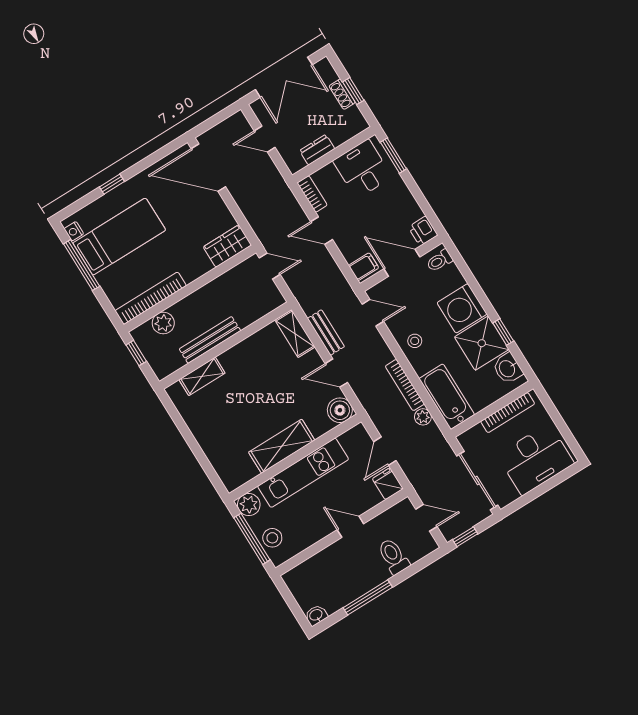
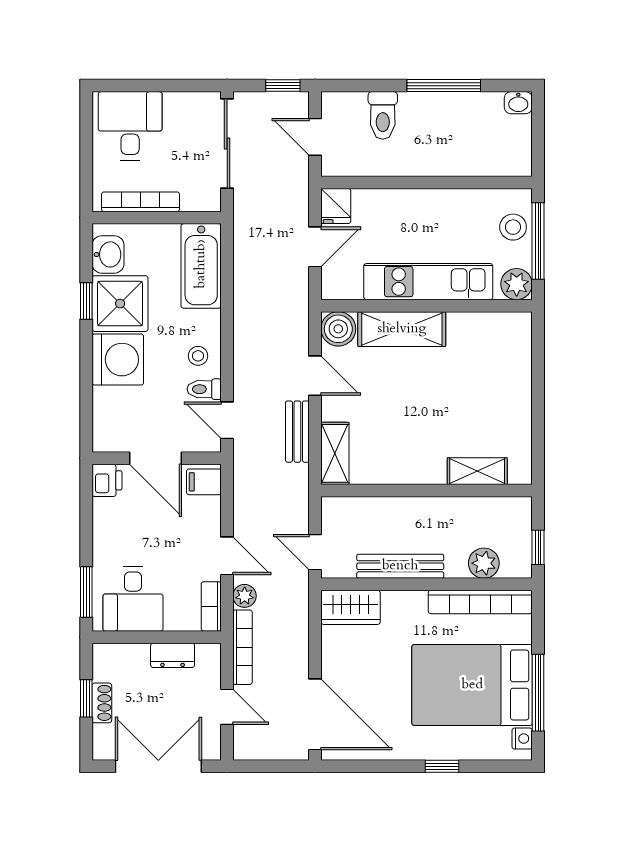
bed: (119, 237) -> (472, 685), width x1.50
toilet: (440, 261) -> (204, 389), moved, turned 180
bench: (210, 340) -> (400, 566), moved
bookcase: (405, 385) -> (242, 647), moved
plant: (423, 417) -> (245, 596), moved
shelving: (282, 446) -> (402, 329), moved
desk: (536, 459) -> (130, 126), width x0.73
door: (350, 527) -> (412, 182), removed

